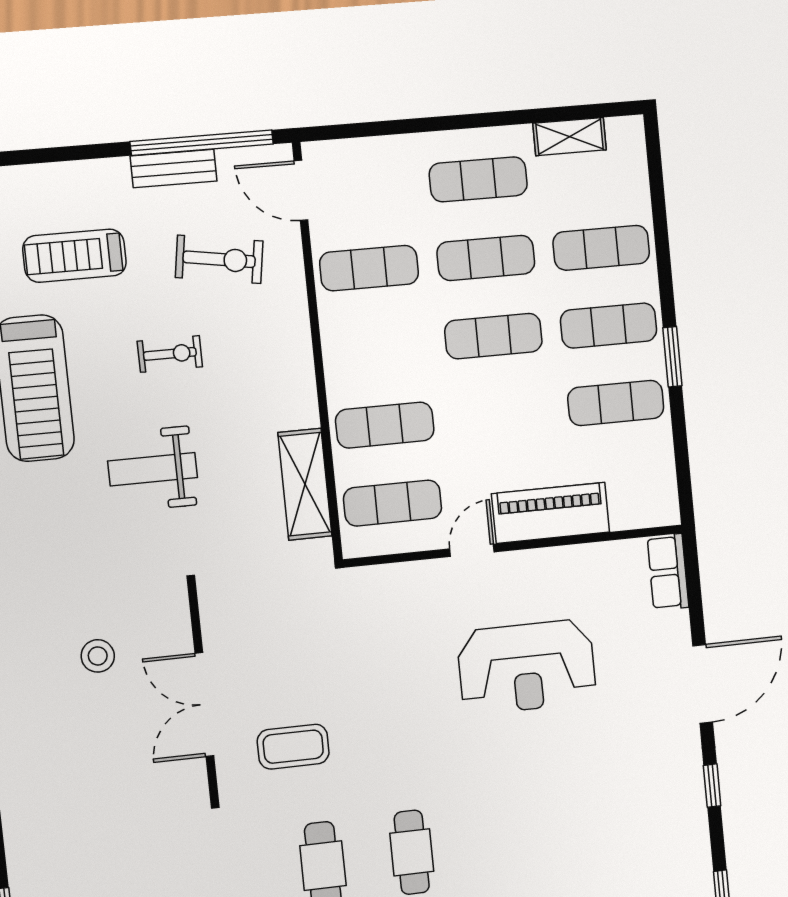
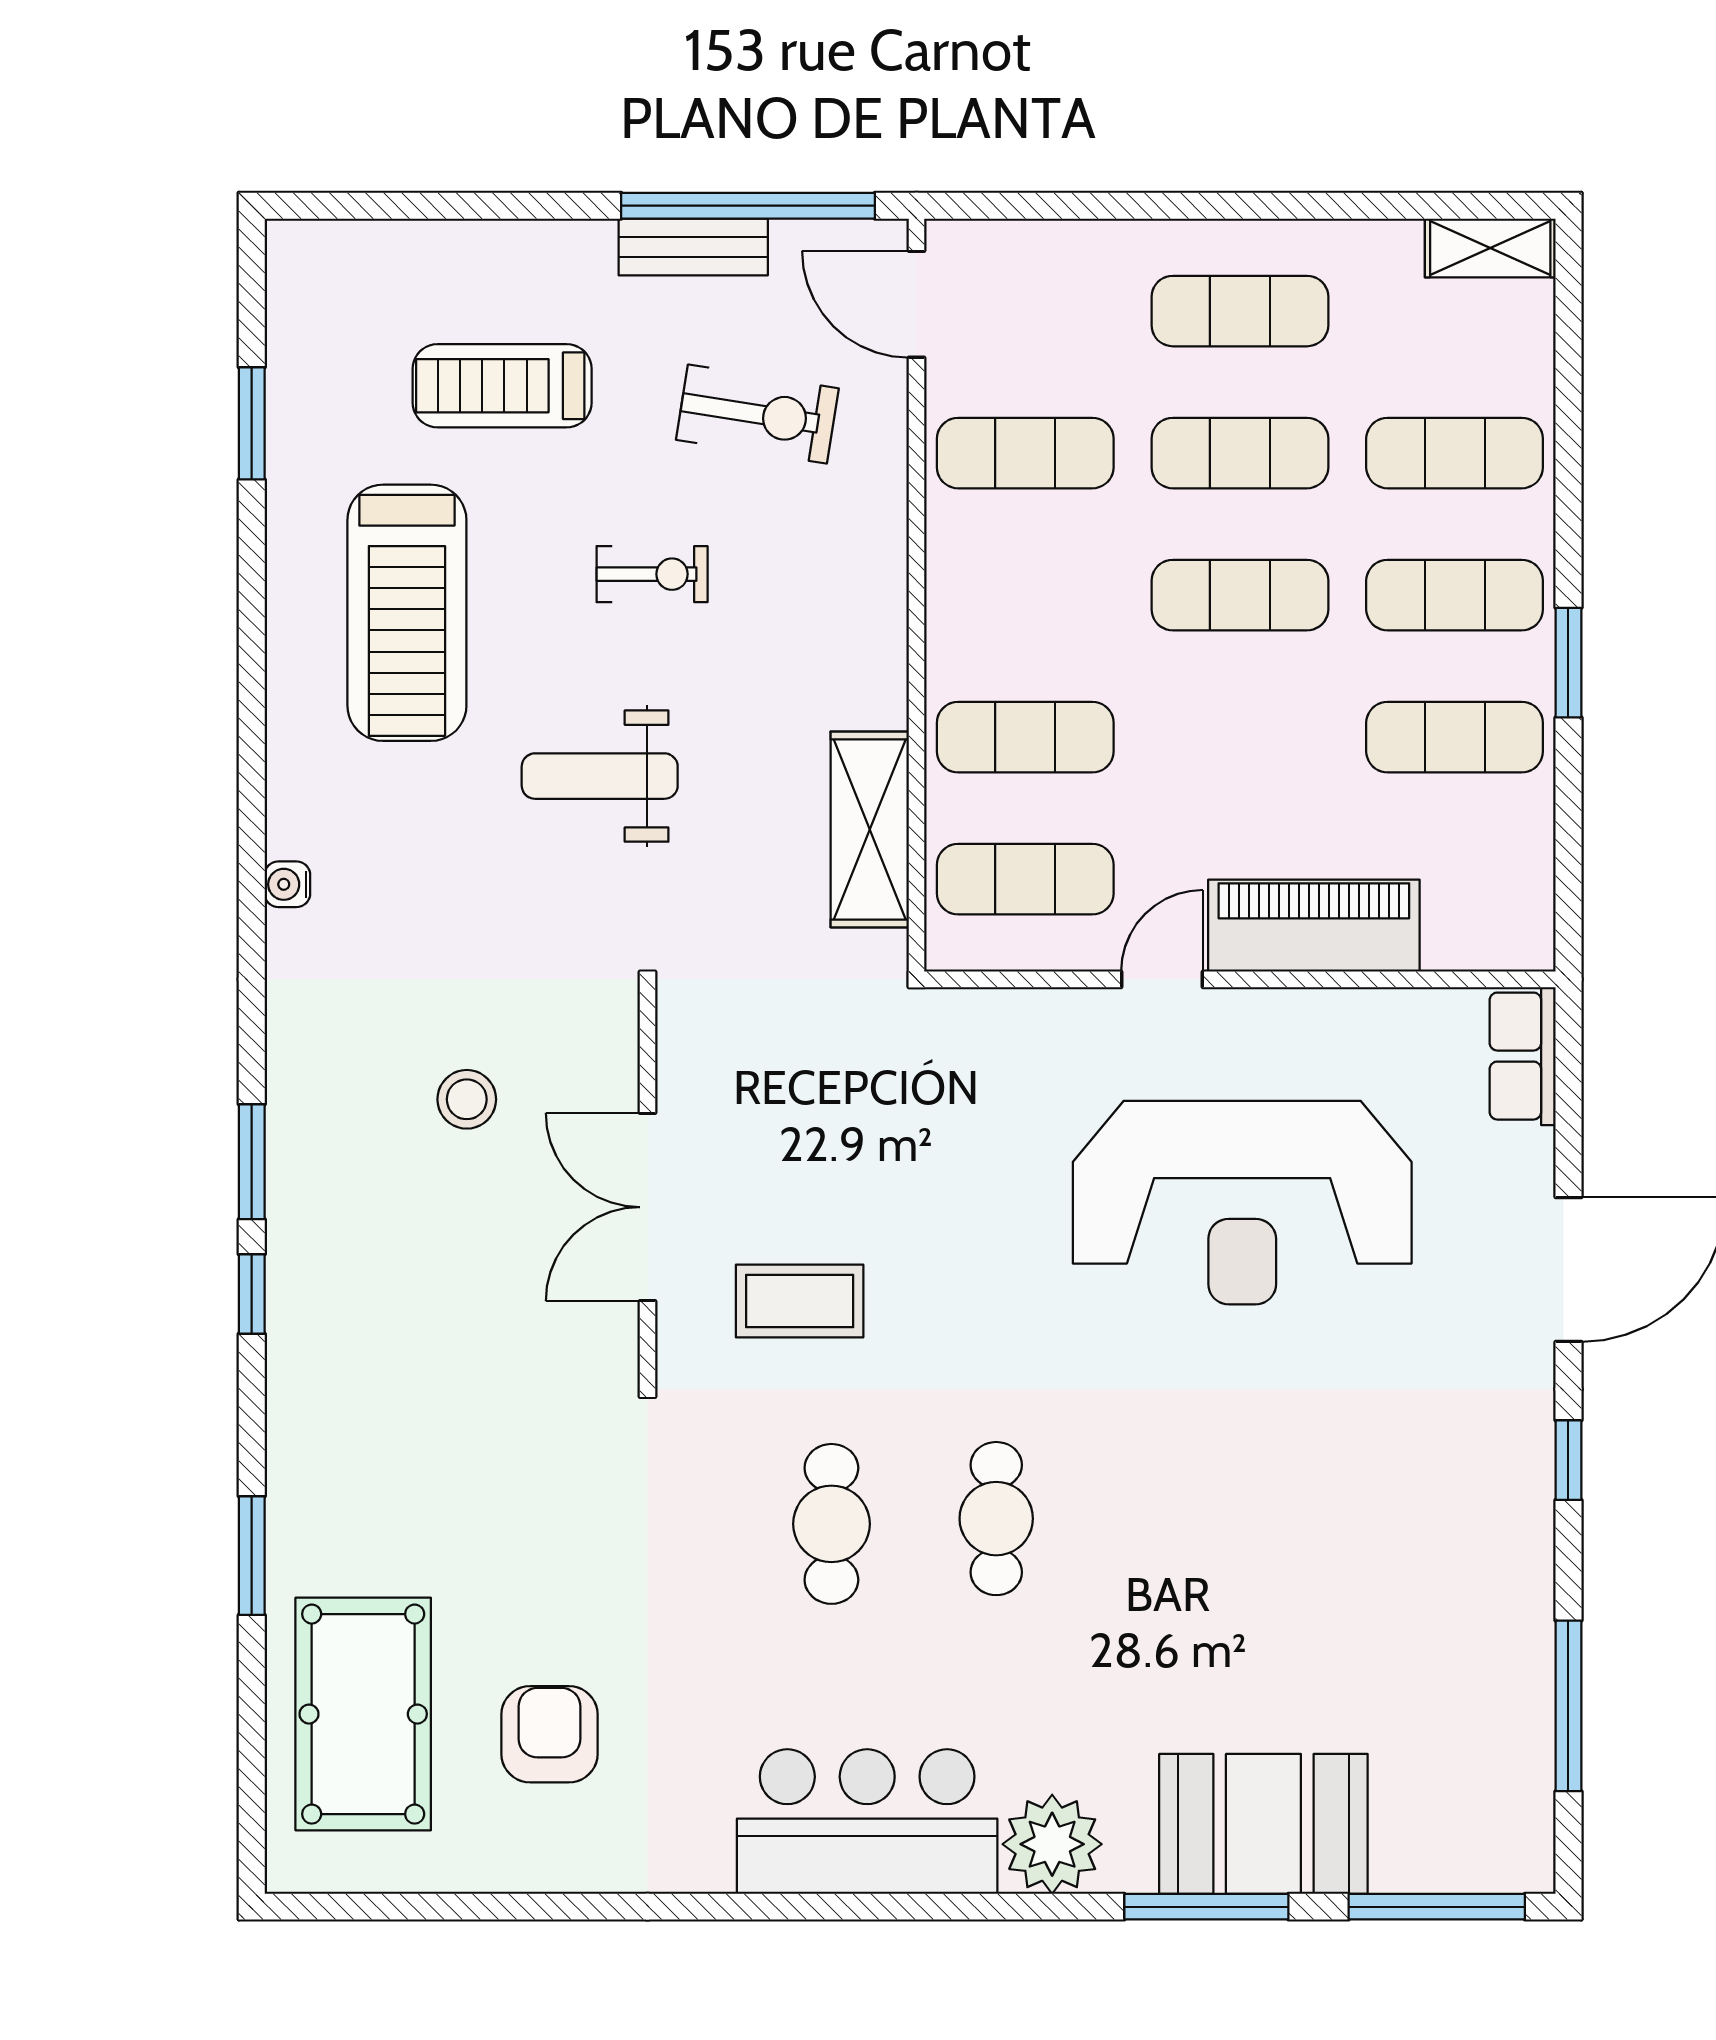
shelving: (570, 137) -> (1490, 248), moved
reception desk: (527, 667) -> (1242, 1203), width x1.36, depth x1.30

